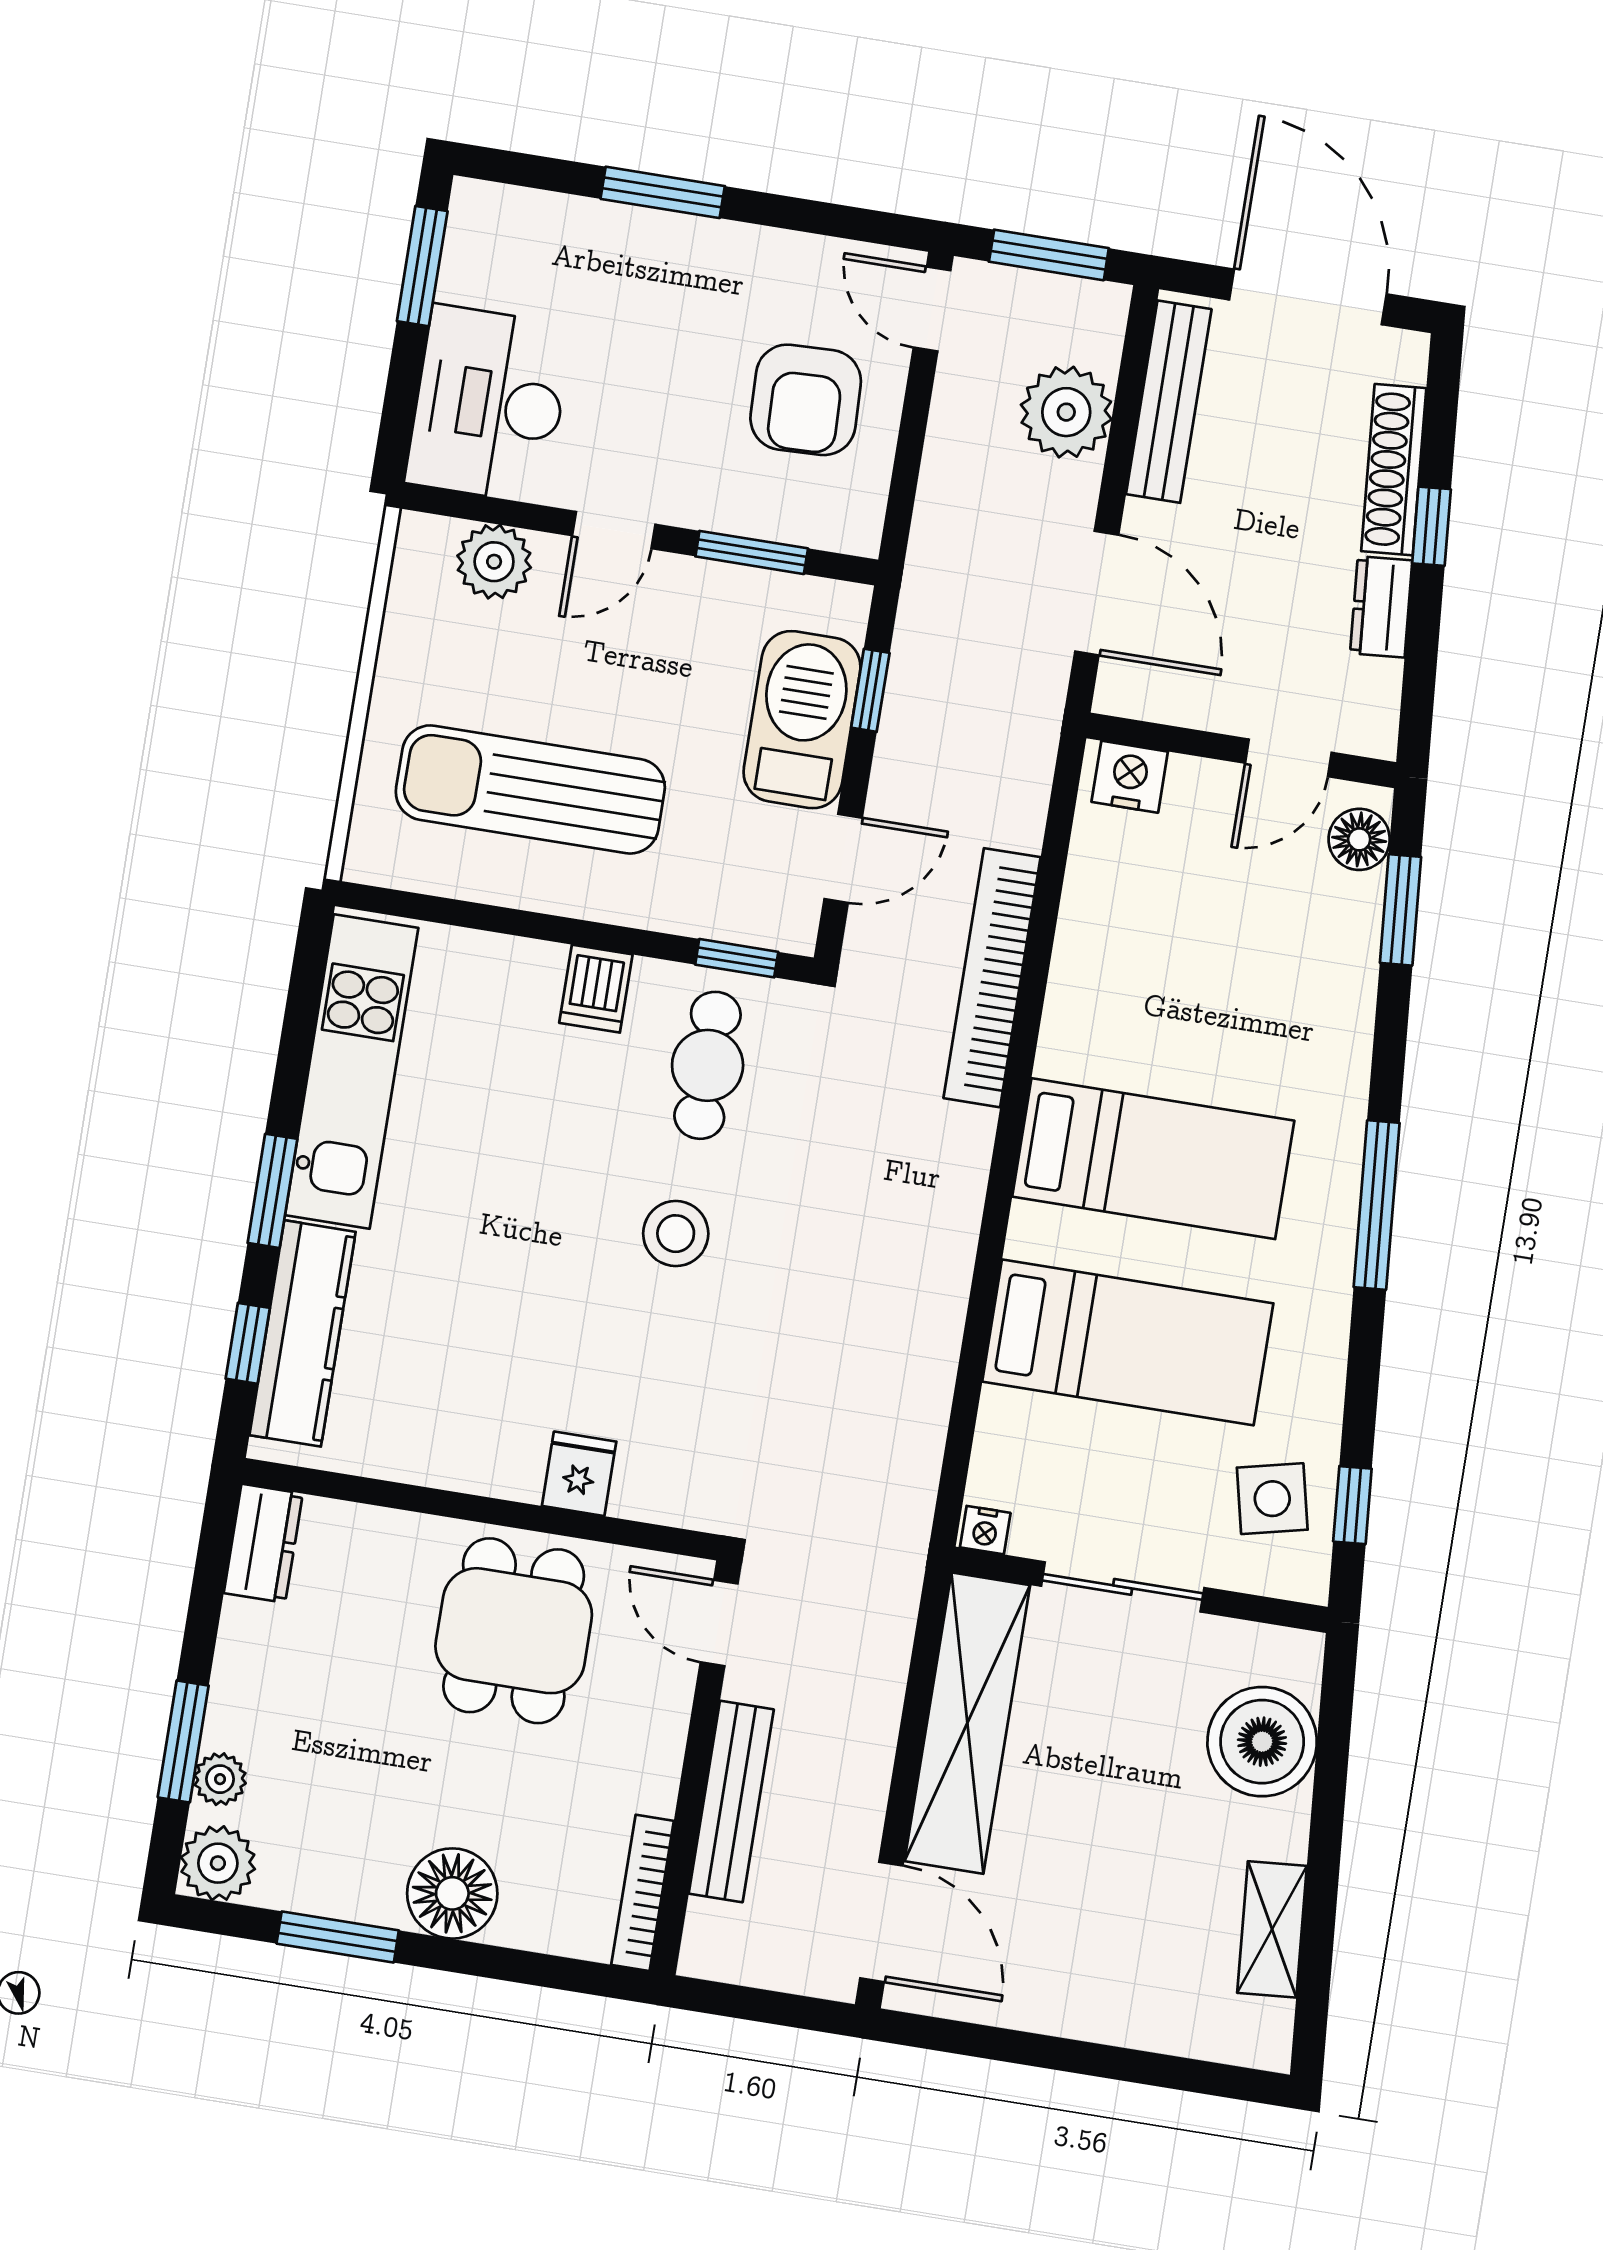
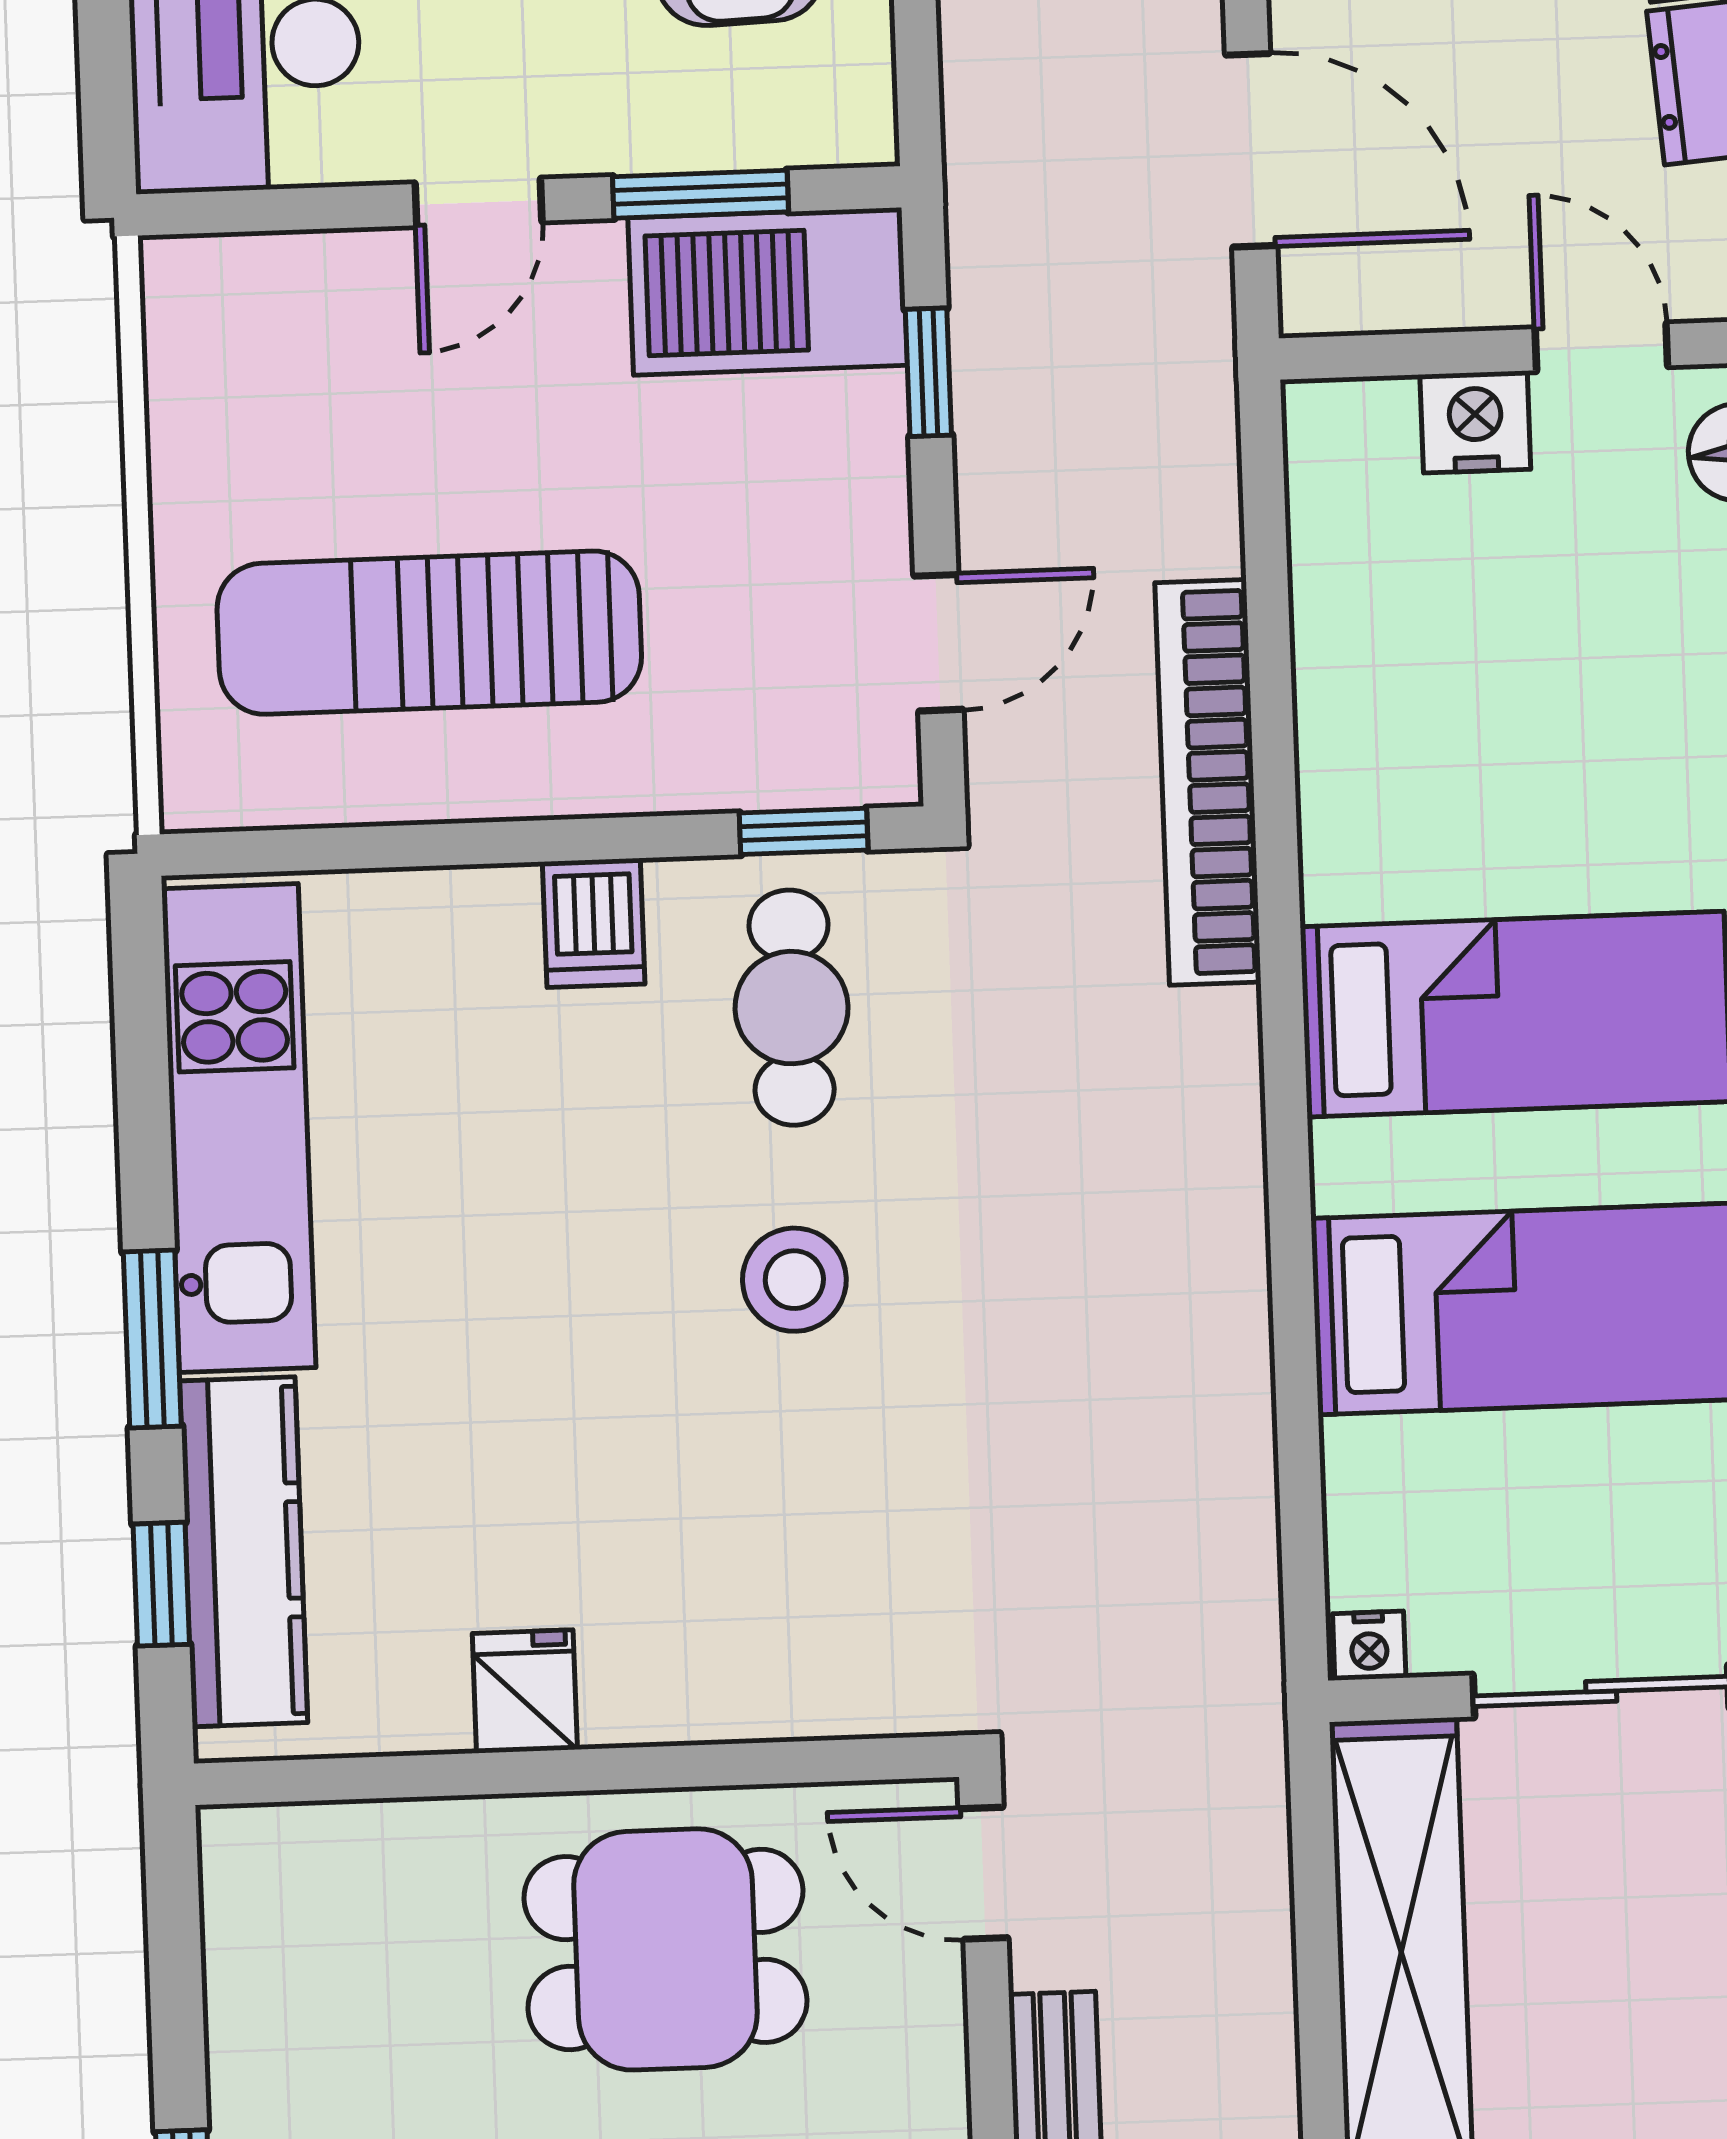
plant: (494, 562) -> (302, 289), removed
barbecue: (802, 720) -> (768, 291), moved, turned -90
door: (1288, 758) -> (1601, 347), swing flipped
nightstand: (1130, 777) -> (1475, 422), moved
fridge: (579, 1474) -> (525, 1691), moved
dresser: (263, 1543) -> (248, 1891), removed
dining table: (514, 1631) -> (665, 1949), turned 90

